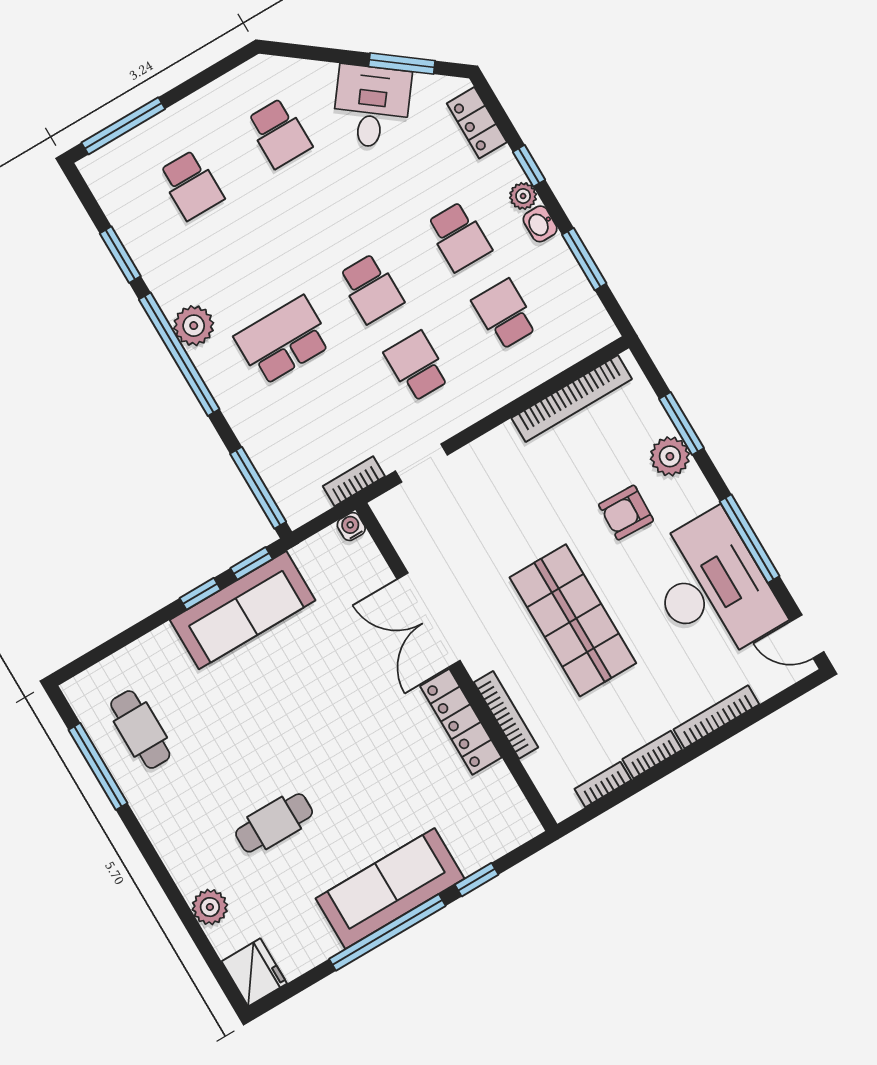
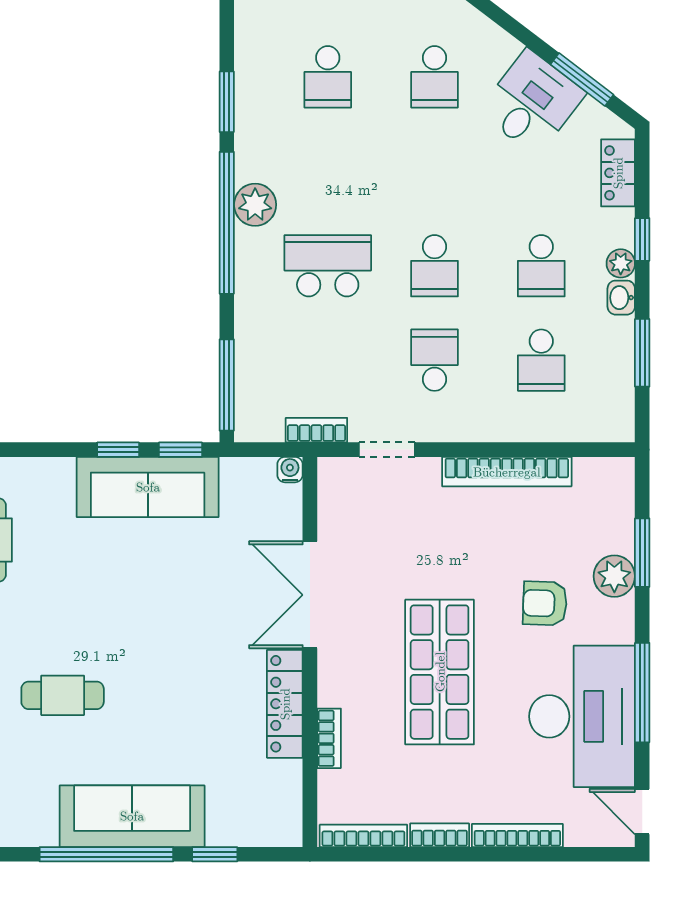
school desk: (505, 314) -> (541, 360), turned 180
bookcase: (572, 398) -> (507, 472), moved
bookcase: (506, 715) -> (329, 738), width x0.64
bookcase: (603, 784) -> (363, 836), width x1.56

